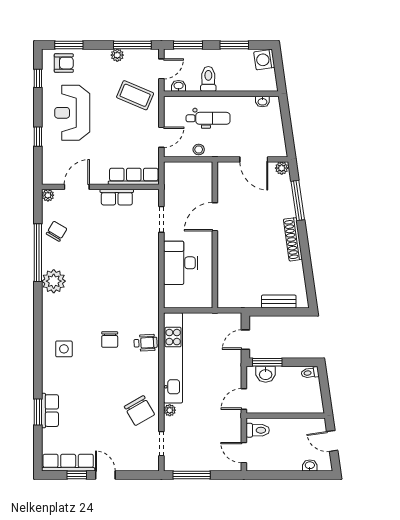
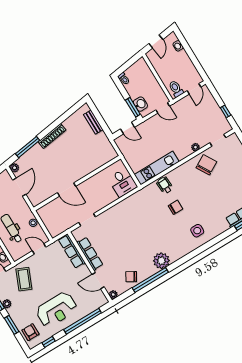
window: (69, 45) -> (12, 325), moved
window: (38, 137) -> (83, 321), width x3.17
row of seats: (117, 197) -> (90, 254), width x1.48
desk: (181, 263) -> (123, 183), moved, width x0.73
kitchen unit: (173, 358) -> (157, 168), width x0.73
window: (192, 475) -> (226, 111), width x0.46

